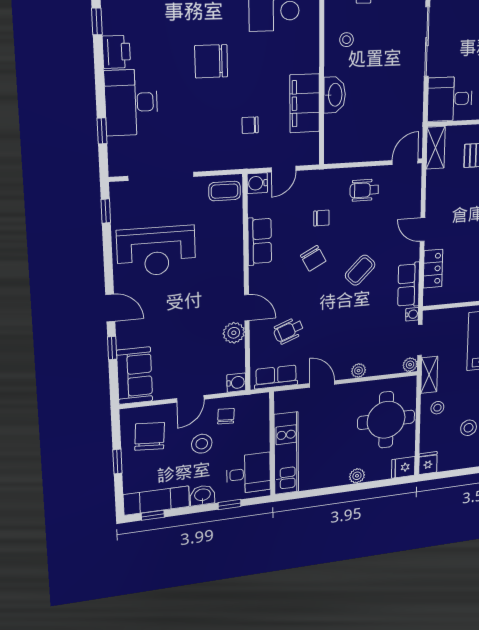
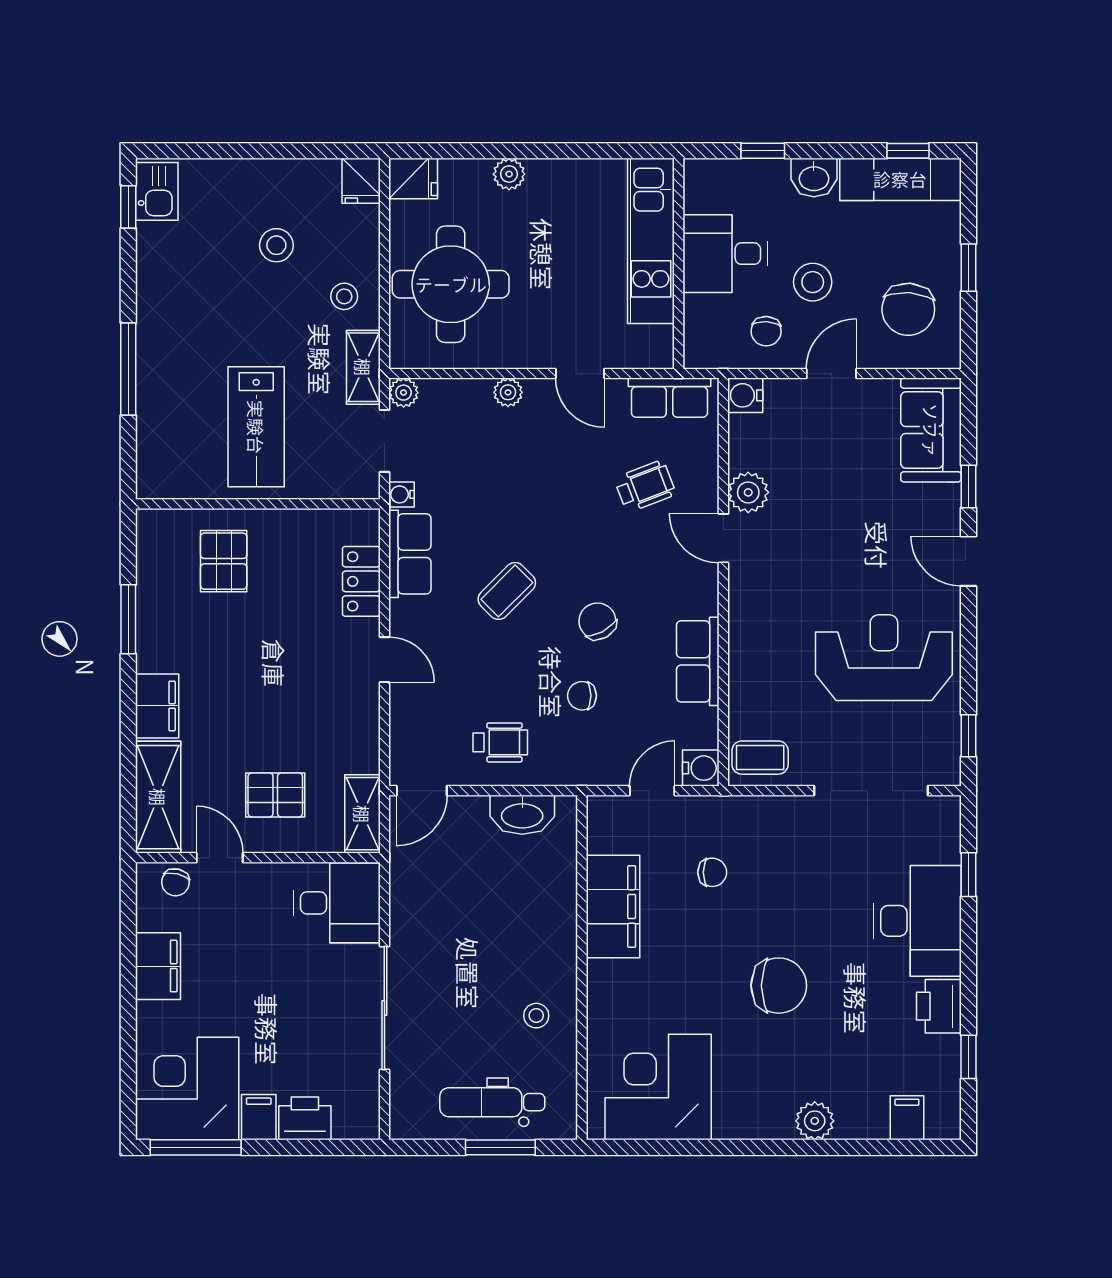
washbasin: (335, 95) -> (522, 815), moved, turned -90
desk: (248, 473) -> (725, 254), moved

